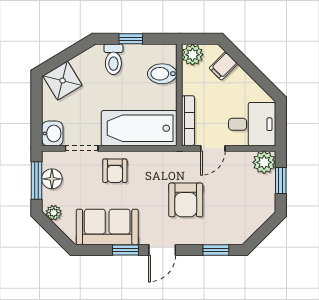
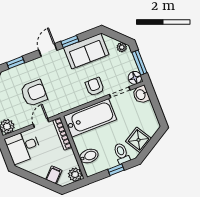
shower: (63, 81) -> (138, 140), moved
floor lamp: (52, 179) -> (135, 78), moved
armchair: (186, 200) -> (34, 93), moved, turned 90

